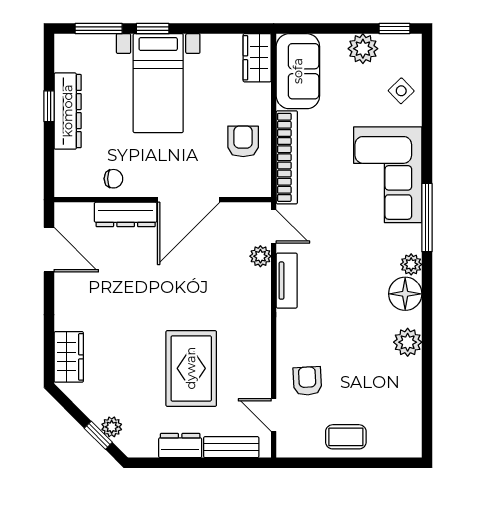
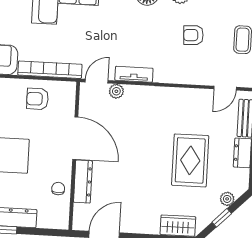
rug: (191, 368) -> (190, 160), moved, turned 90
armchair: (307, 381) -> (193, 35), moved
window: (98, 435) -> (222, 218), moved

